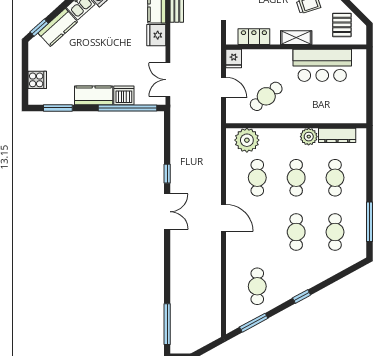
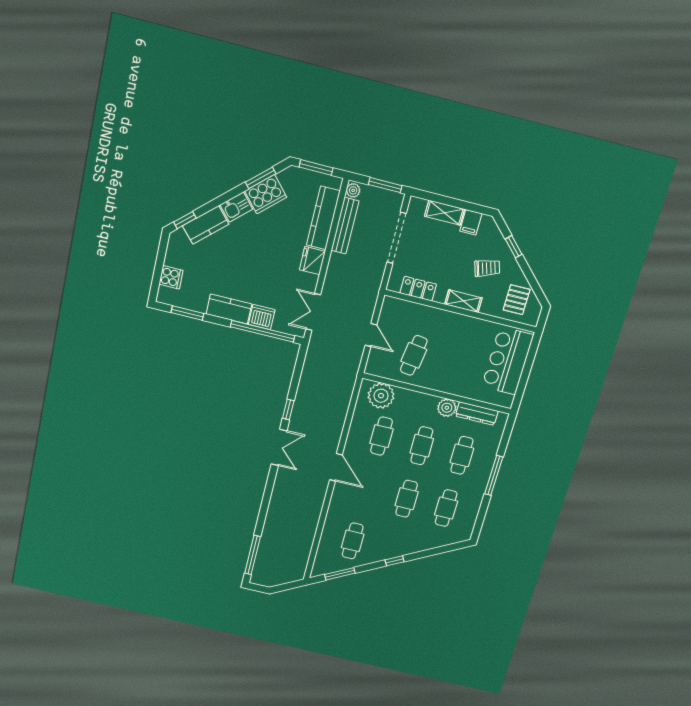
fridge: (234, 59) -> (390, 307), removed
bar counter: (322, 65) -> (508, 361), moved, turned 90
cafe table: (266, 96) -> (414, 355), turned -42
window: (370, 222) -> (494, 475), moved

